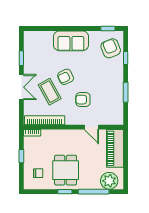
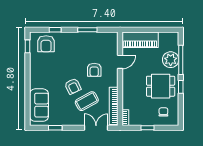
sofa: (71, 41) -> (39, 105), moved
armchair: (111, 48) -> (46, 44), turned -68
double door: (21, 87) -> (96, 128), moved
plant: (109, 181) -> (171, 60), moved

